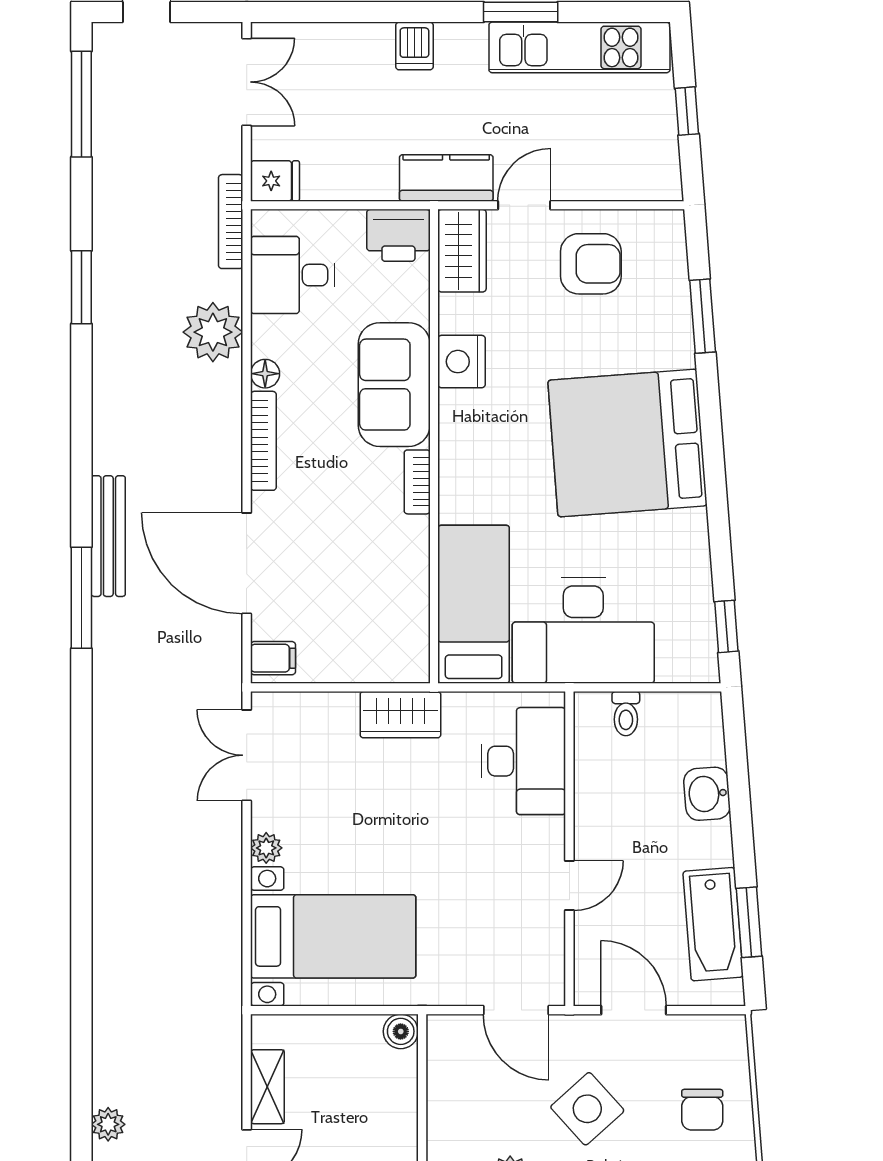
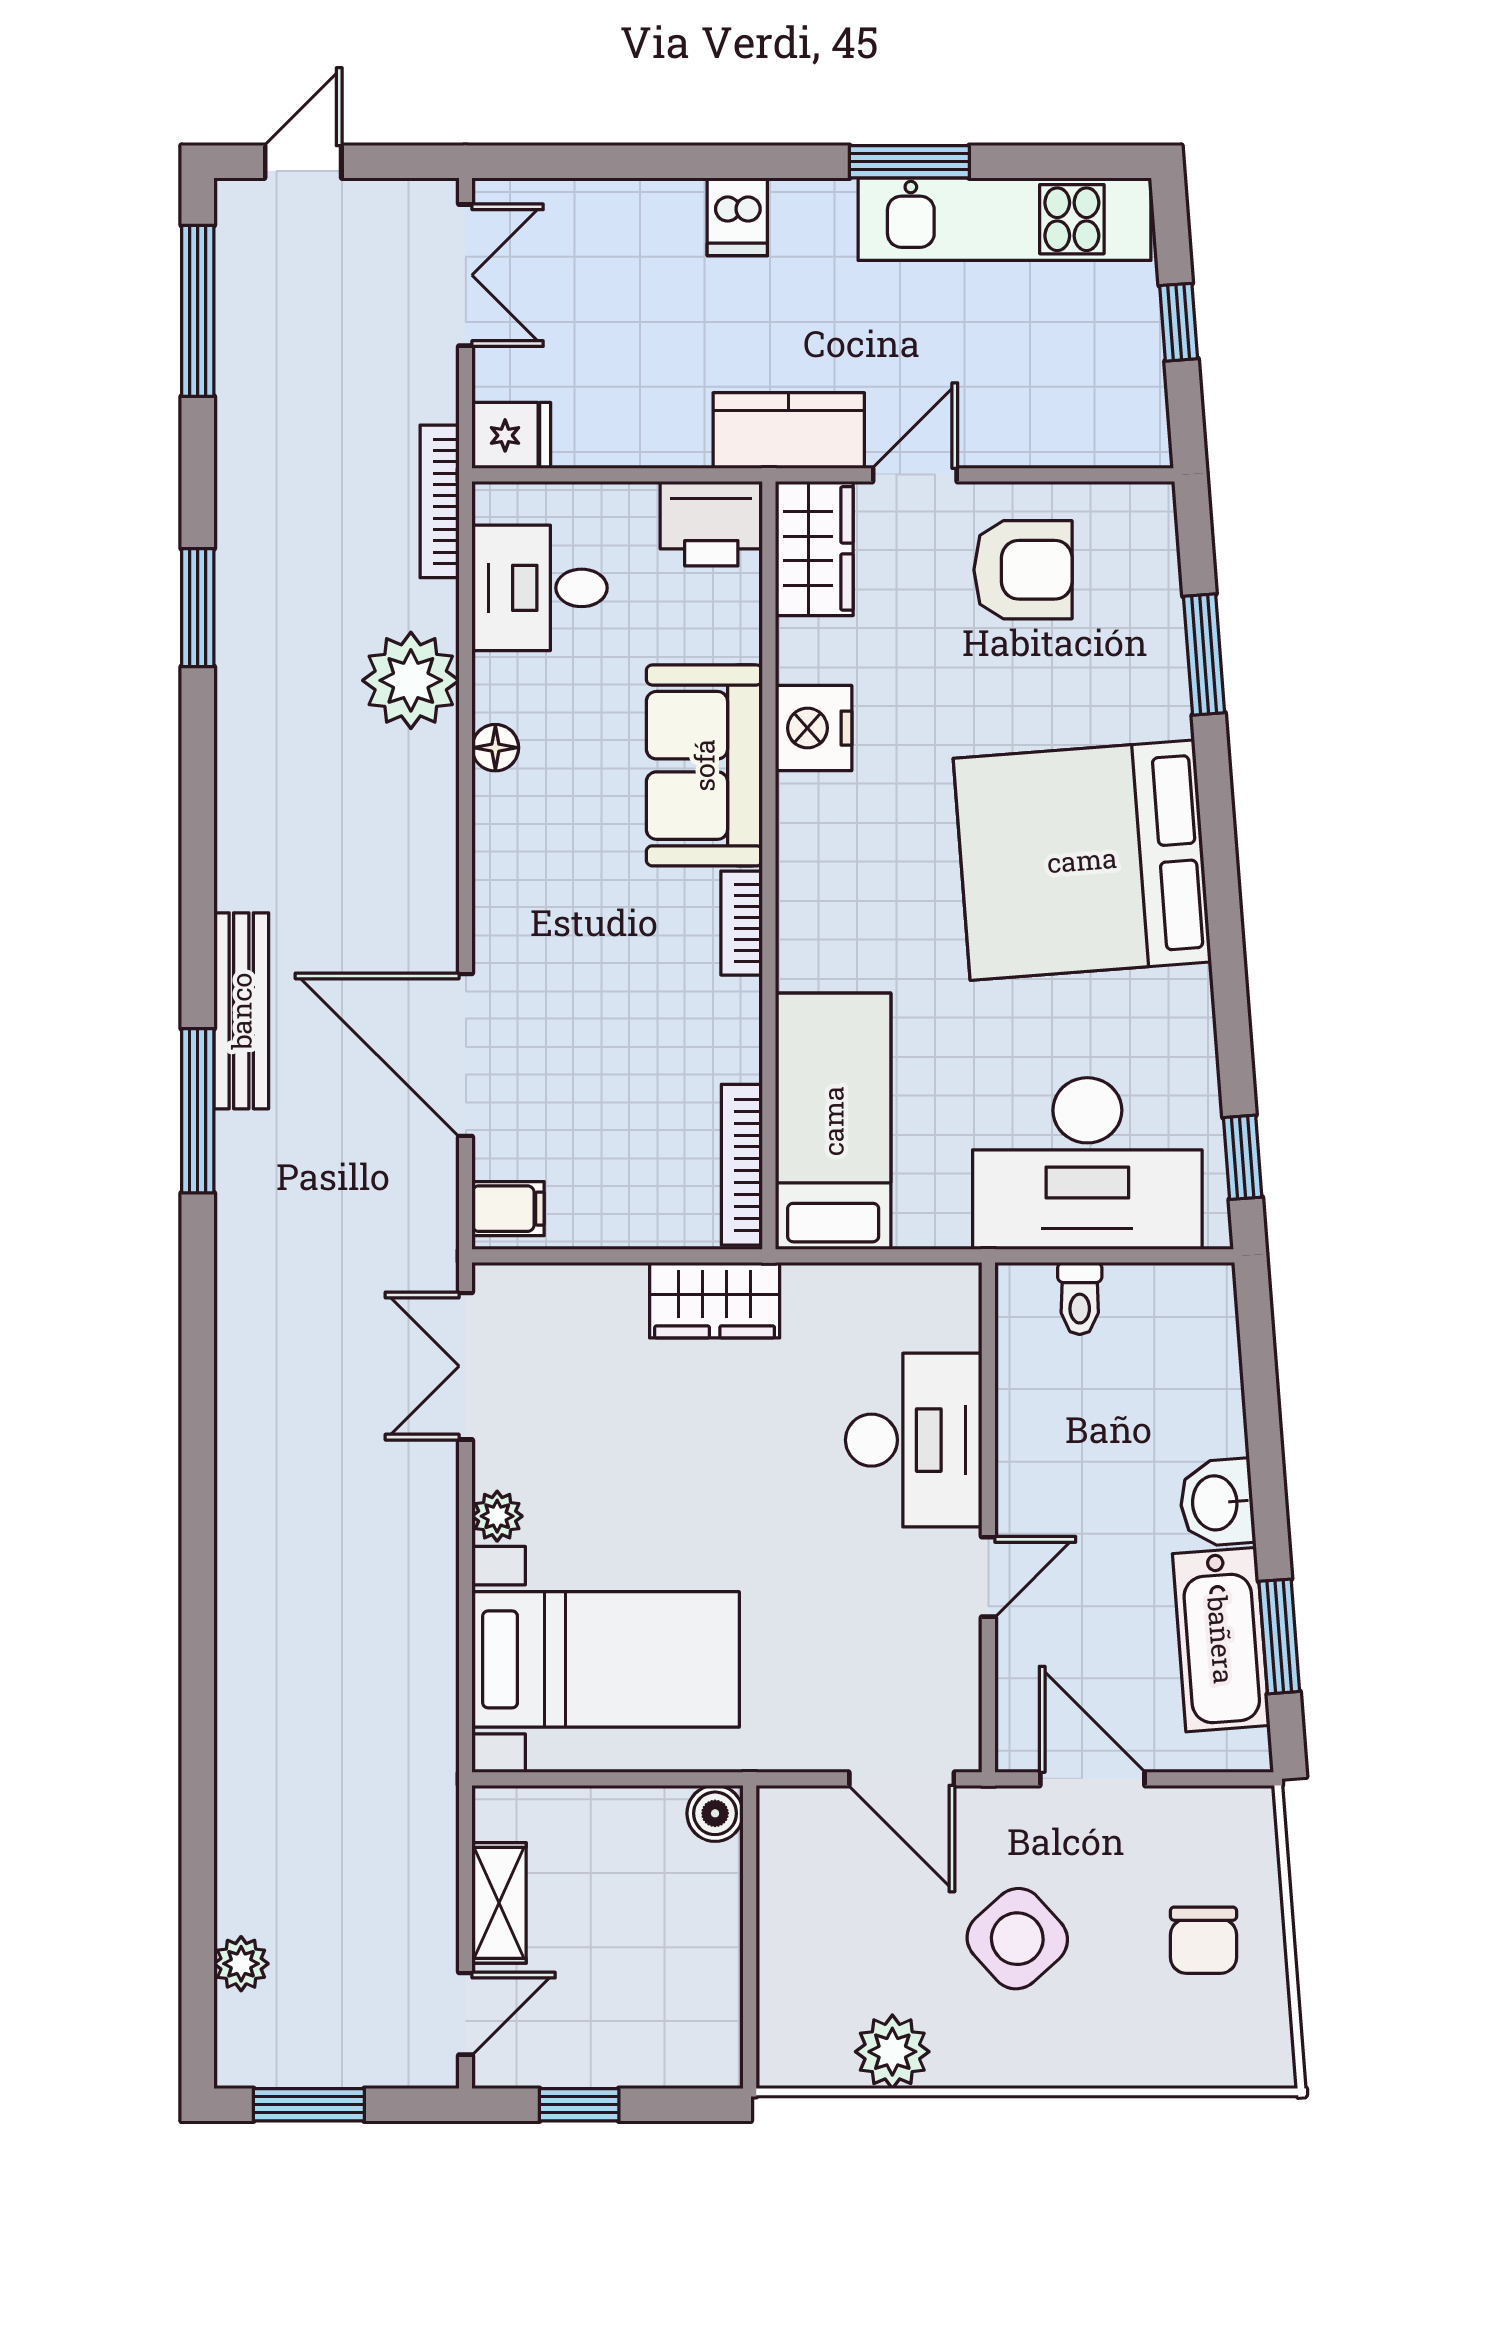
bookcase: (263, 441) -> (742, 1165), moved, turned 180
desk: (583, 630) -> (1087, 1164), moved
desk: (523, 761) -> (914, 1440), moved
washbasin: (707, 794) -> (1217, 1503), moved

